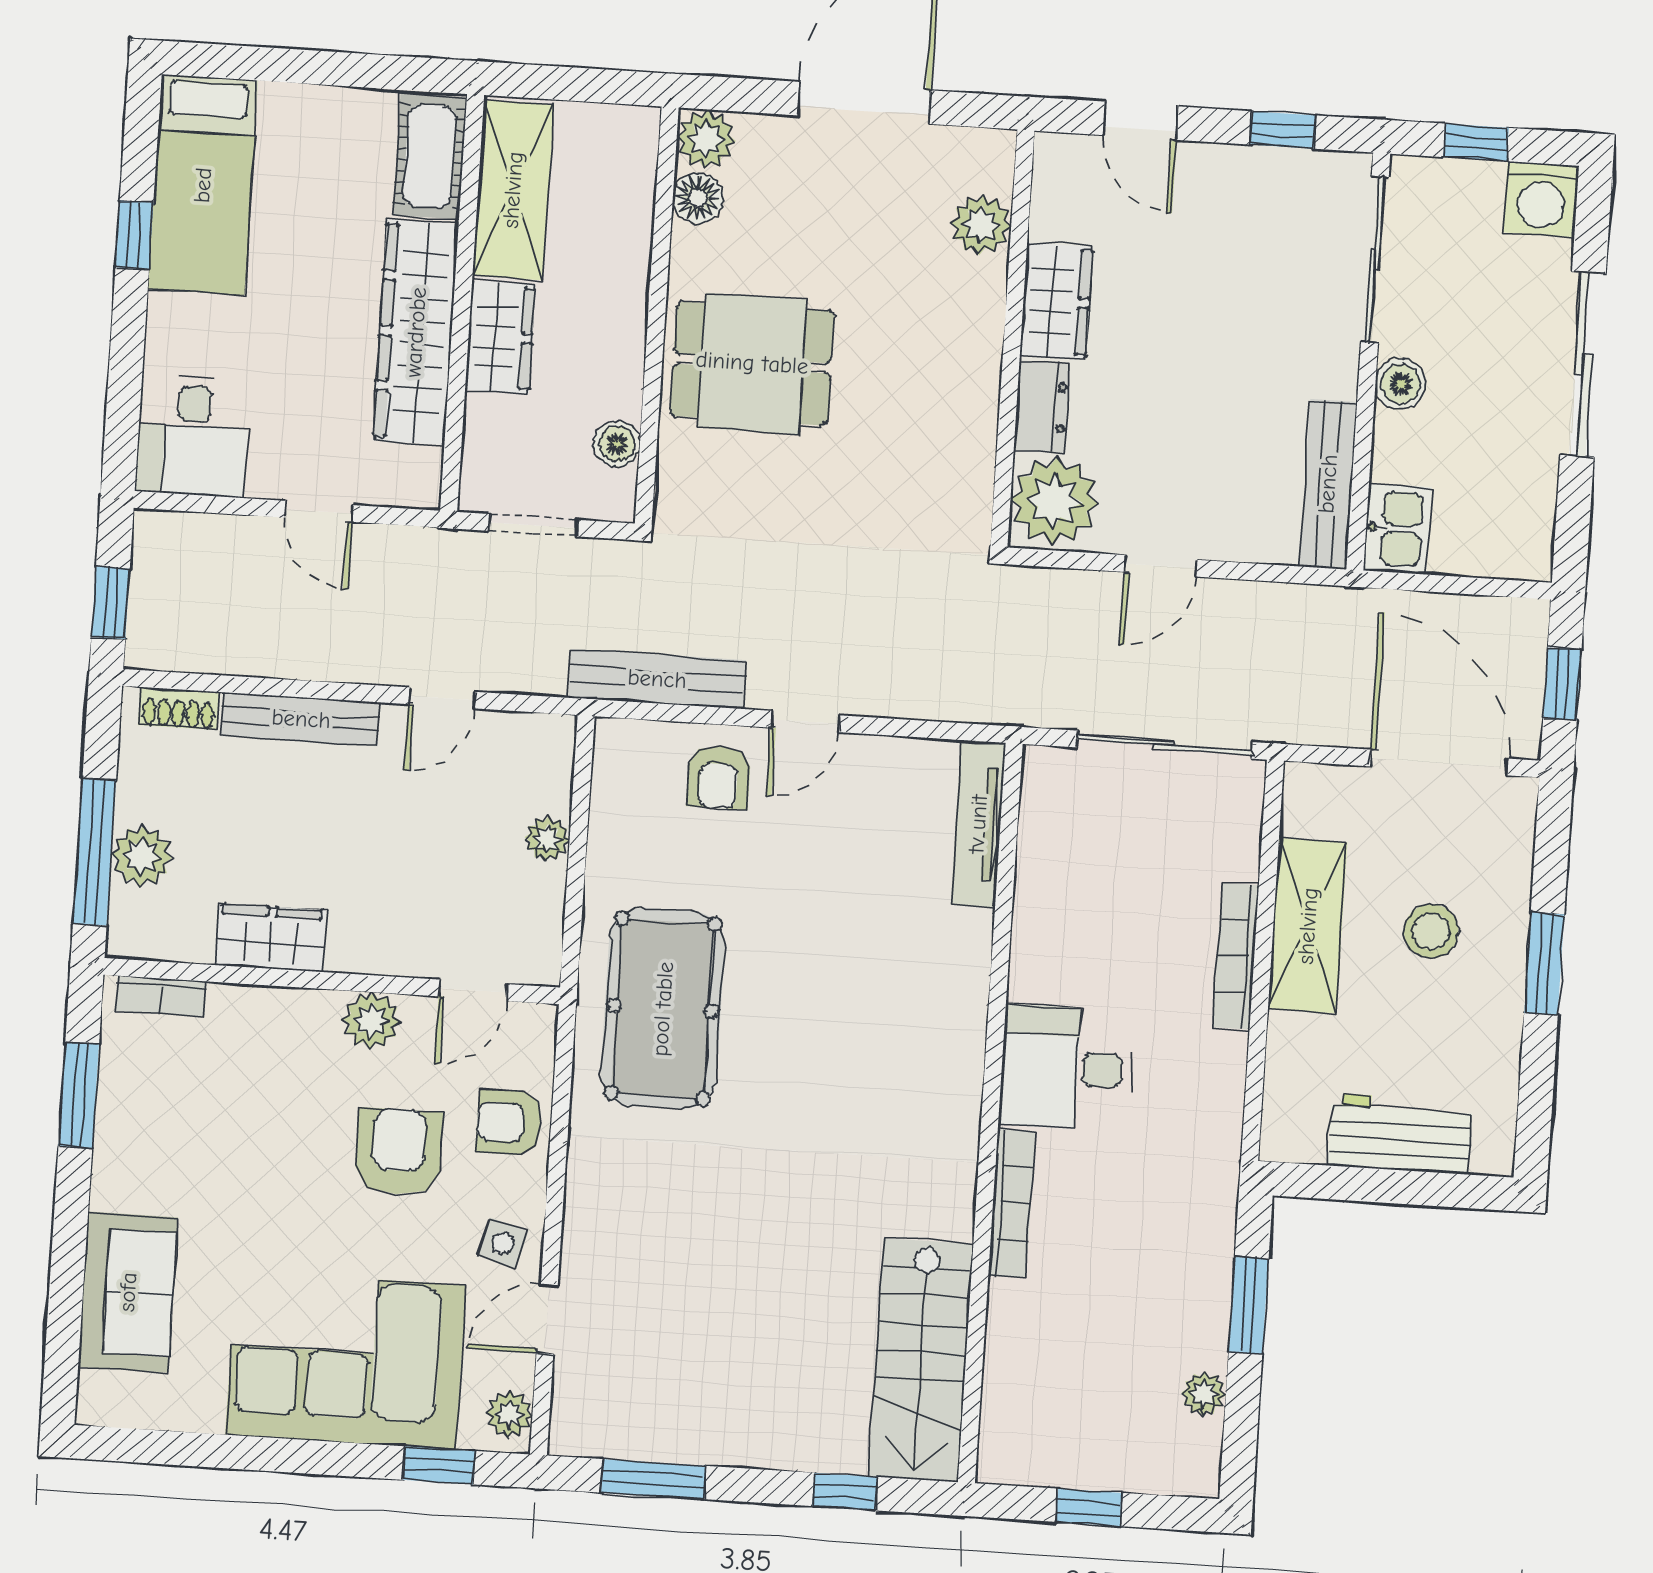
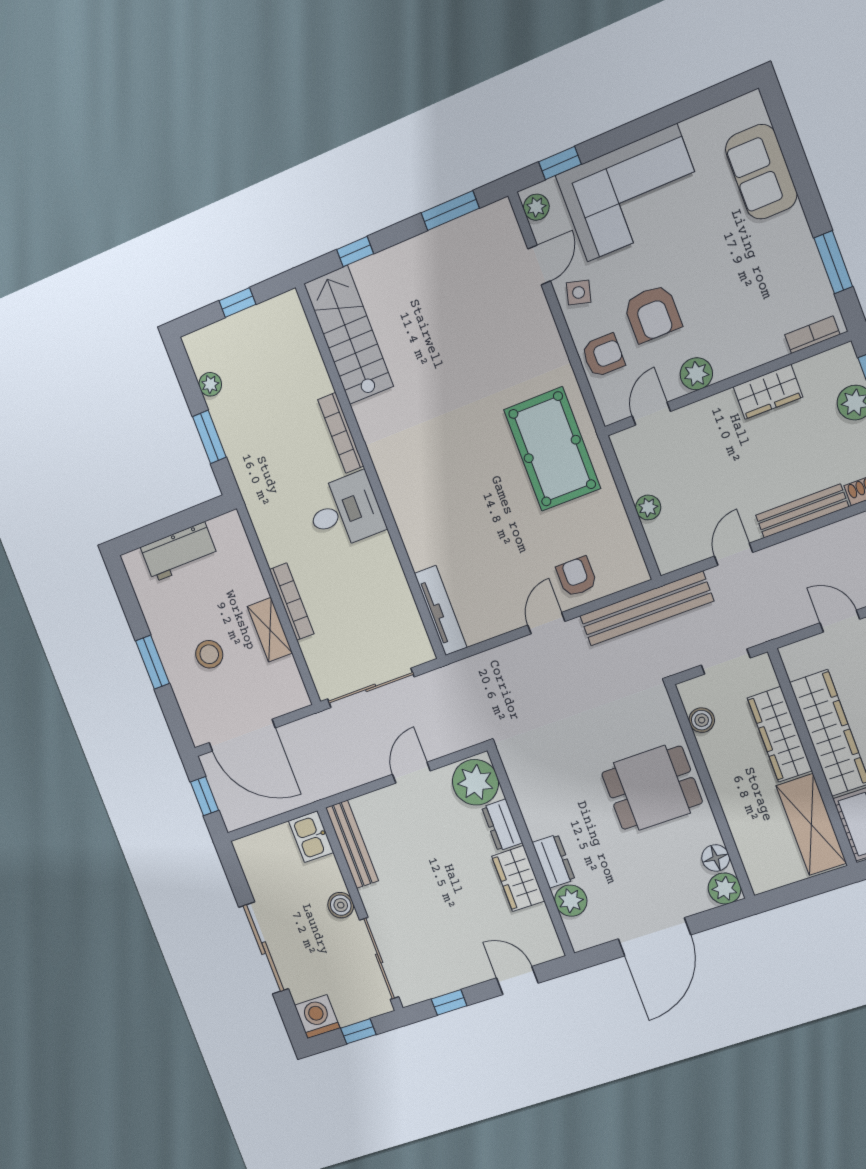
dresser: (980, 306) -> (554, 861), added
wardrobe: (500, 337) -> (780, 734), width x1.50
bench: (657, 679) -> (646, 609), width x1.37, depth x1.21
shelving: (1308, 926) -> (270, 630), width x0.67, depth x0.75

